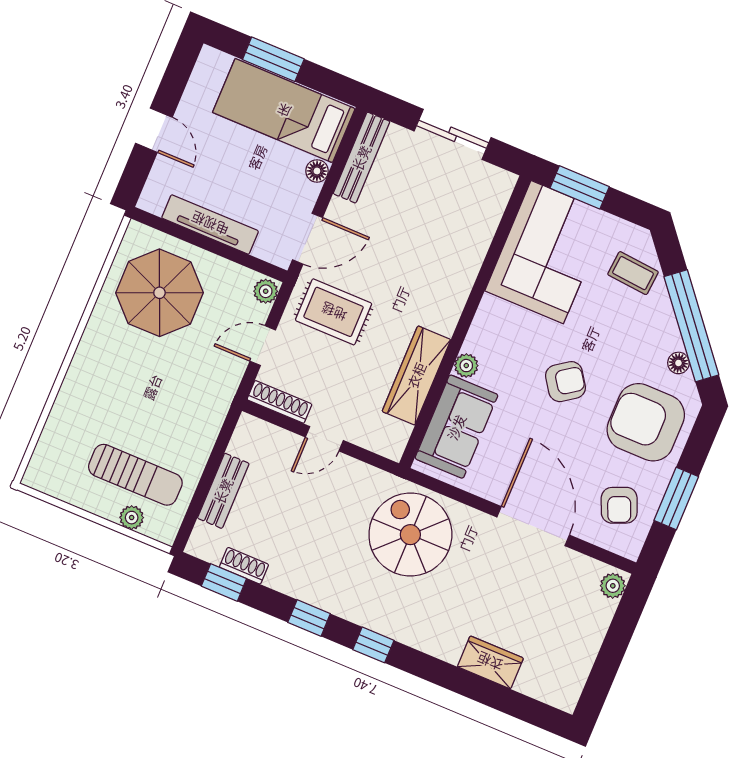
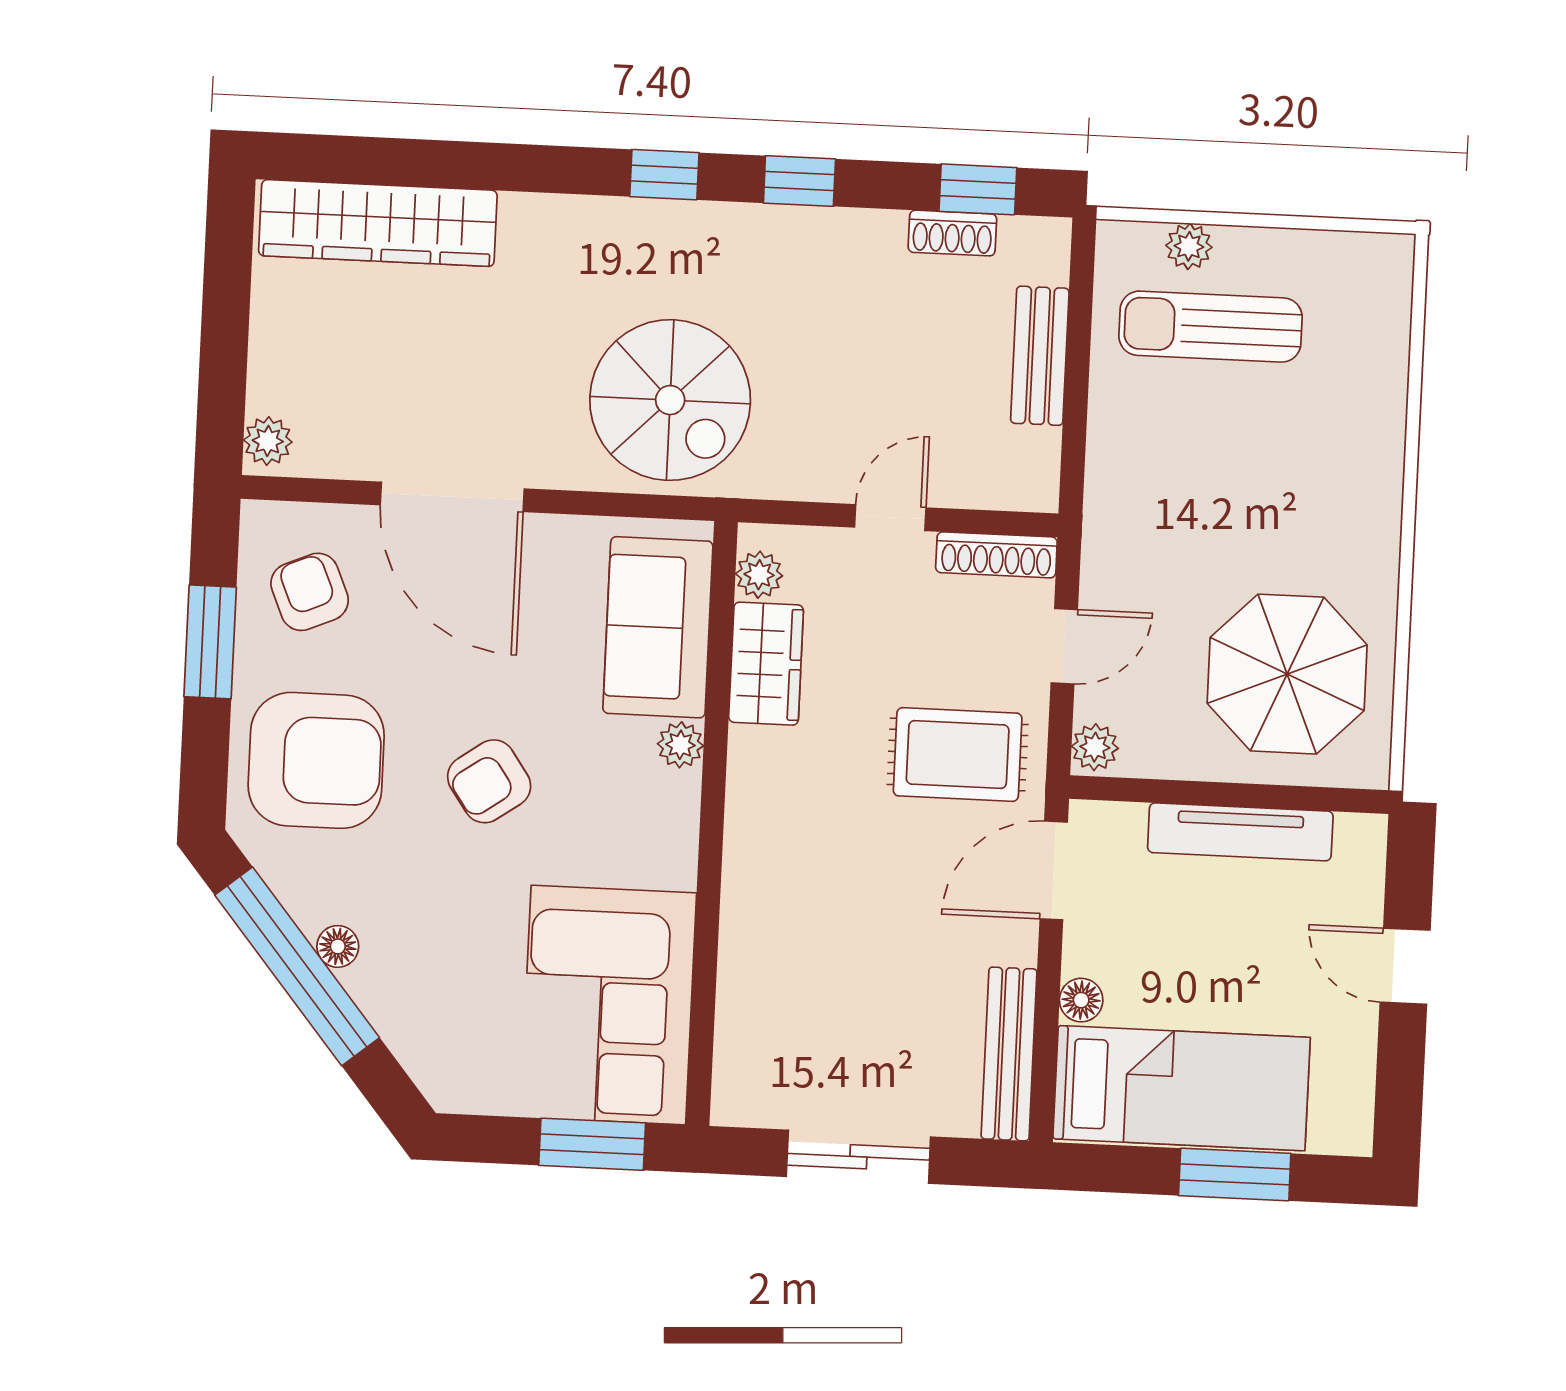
coffee table: (633, 273) -> (438, 1024), removed
floor lamp: (678, 363) -> (338, 946), moved
wardrobe: (416, 375) -> (766, 664), width x0.67
plant: (398, 434) -> (759, 575), added
wardrobe: (490, 662) -> (378, 223), width x2.10, depth x1.17

